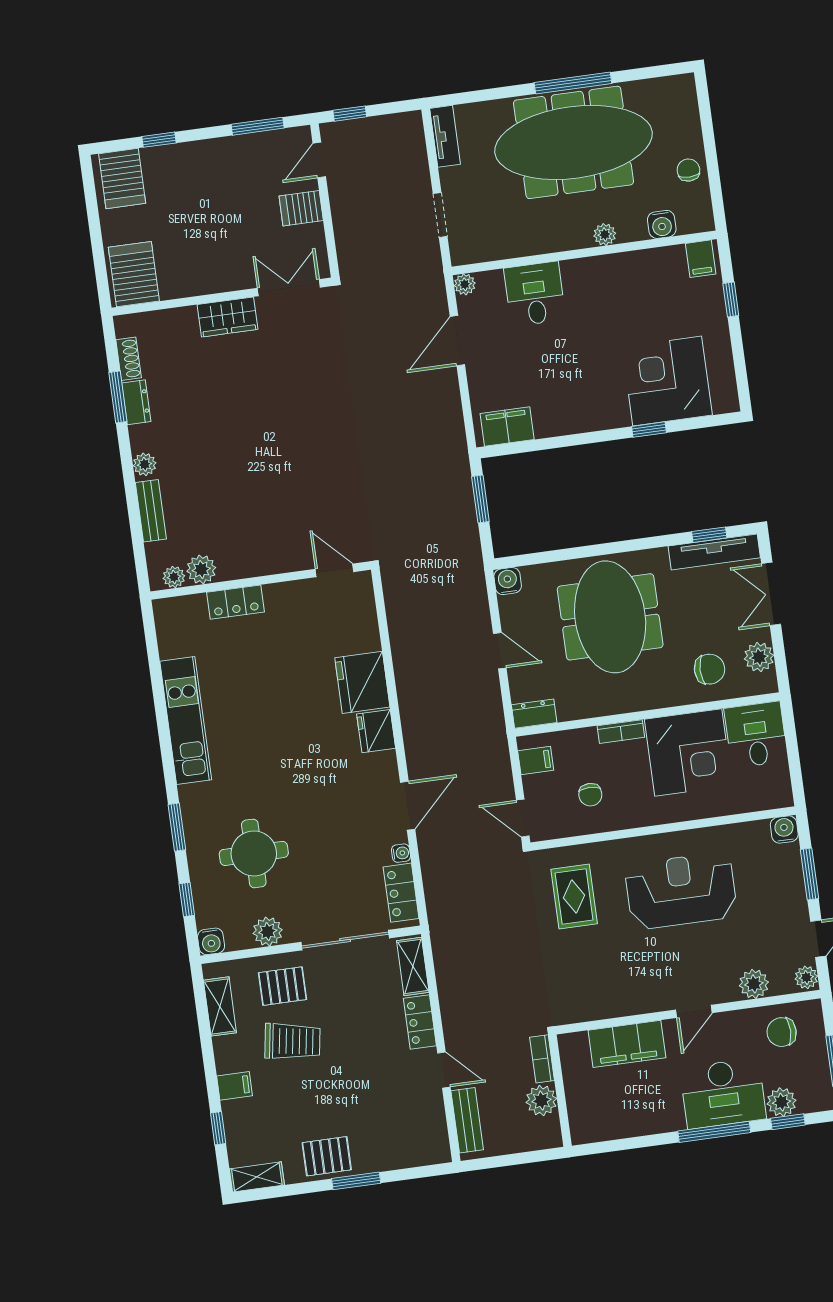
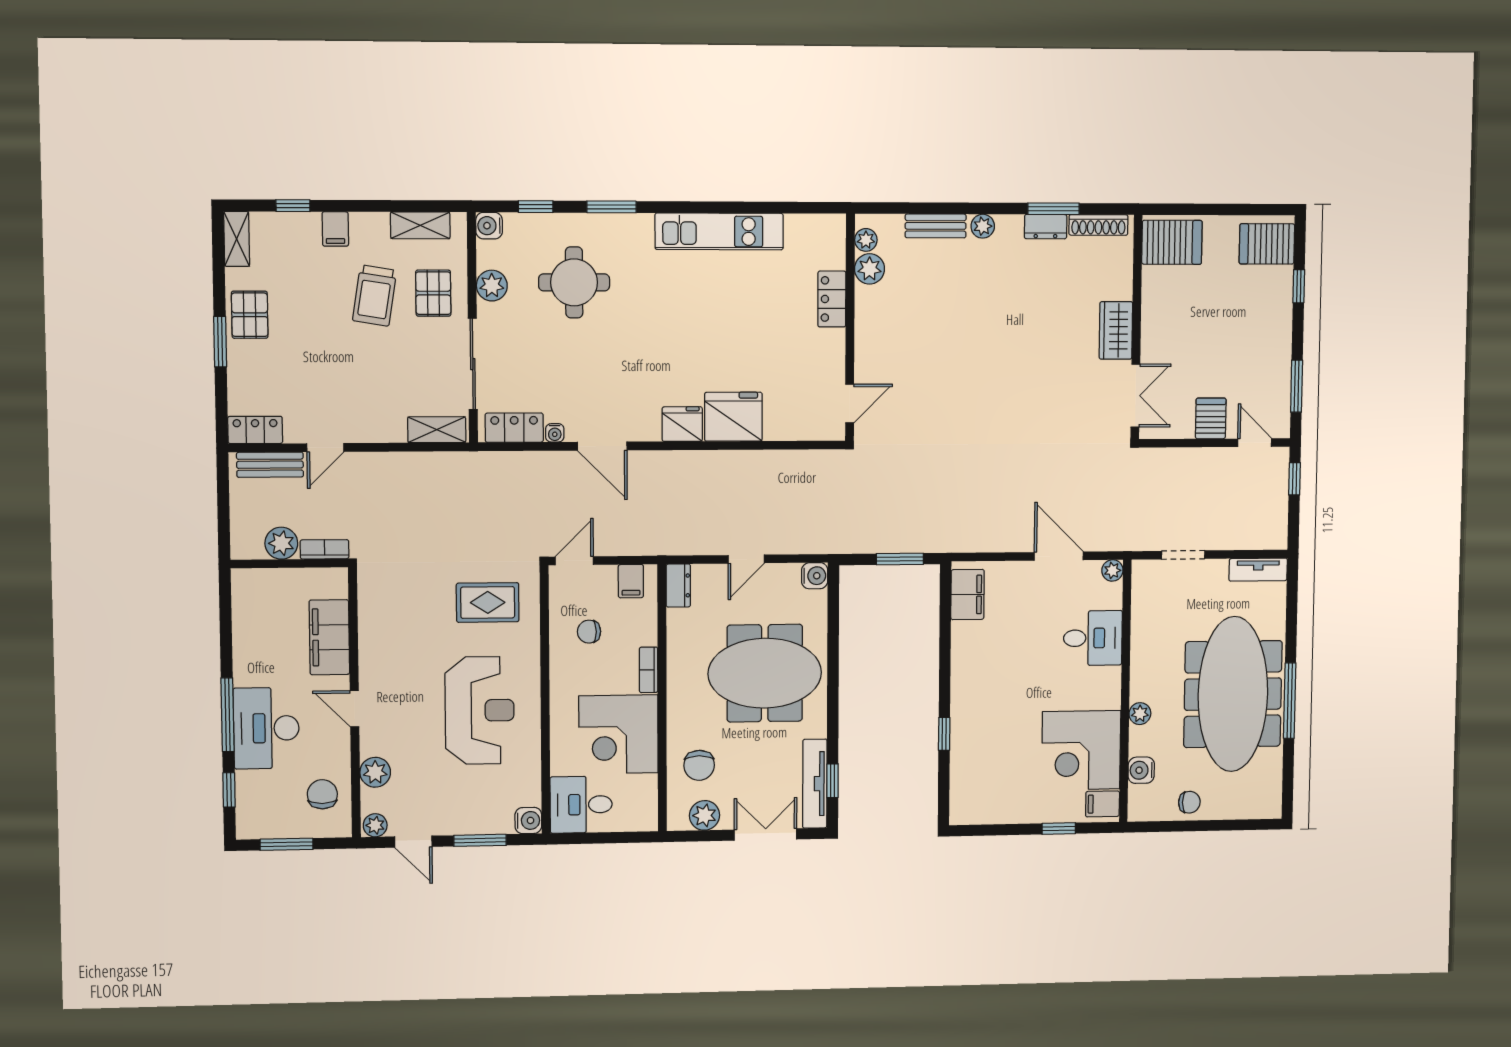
shoe rack: (129, 359) -> (1098, 225), width x1.43
corner desk: (667, 381) -> (1081, 750), moved, turned 180
desk: (756, 735) -> (581, 805), moved, turned 180
locker: (420, 1022) -> (255, 430), moved
plant: (782, 1102) -> (250, 786), removed

